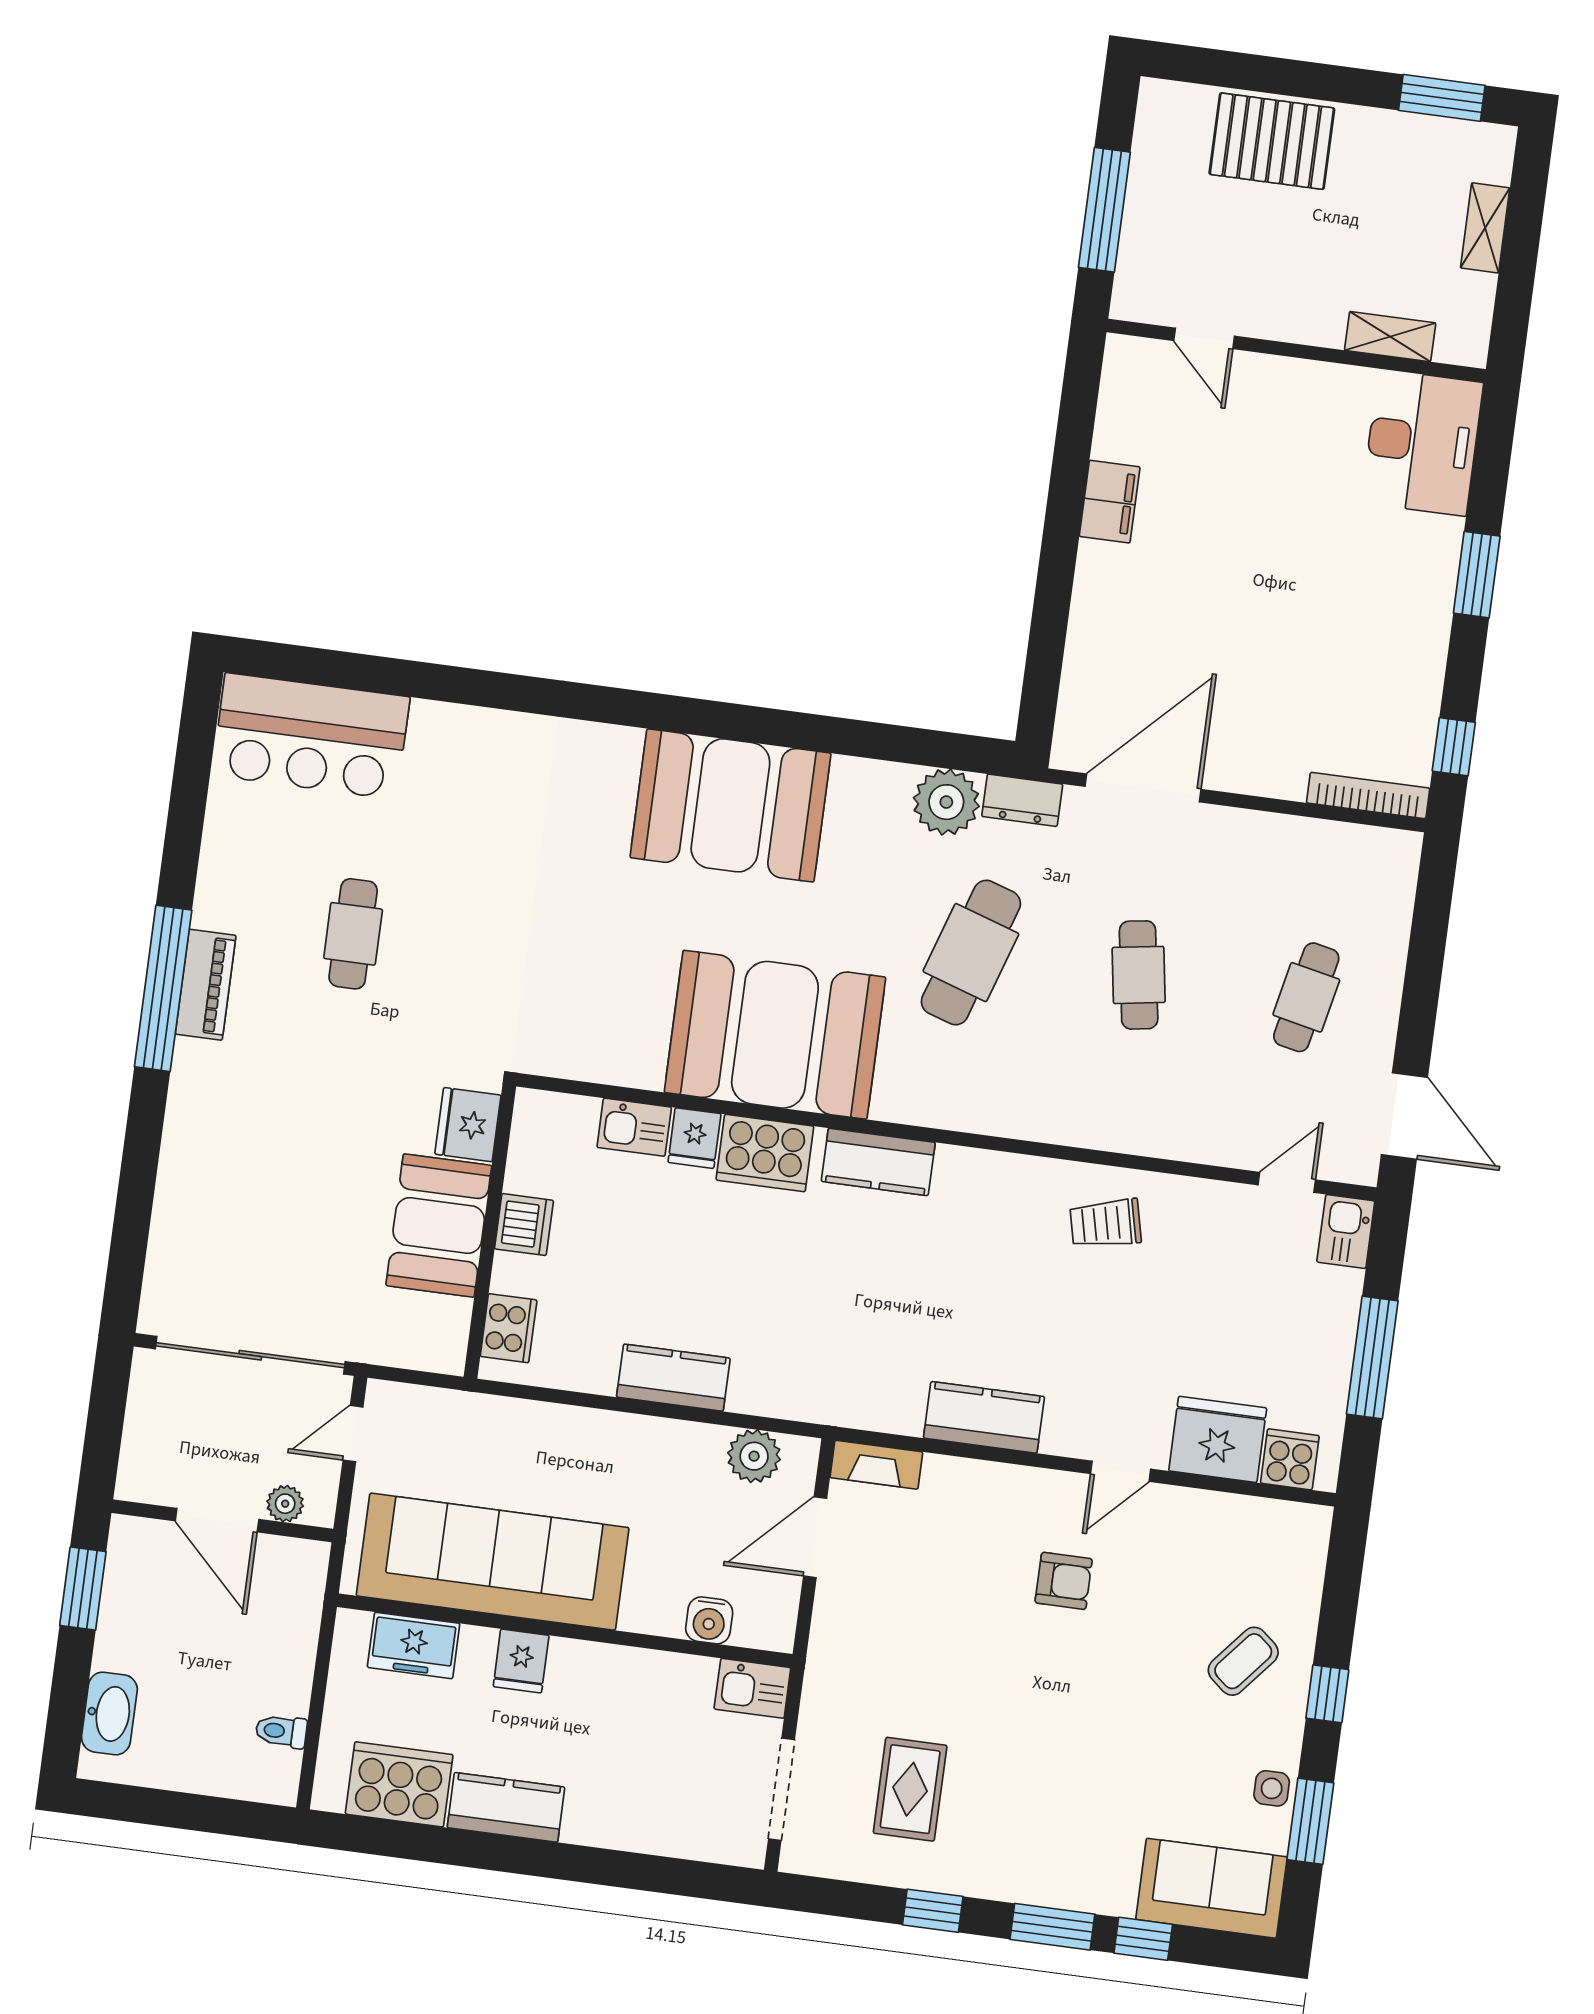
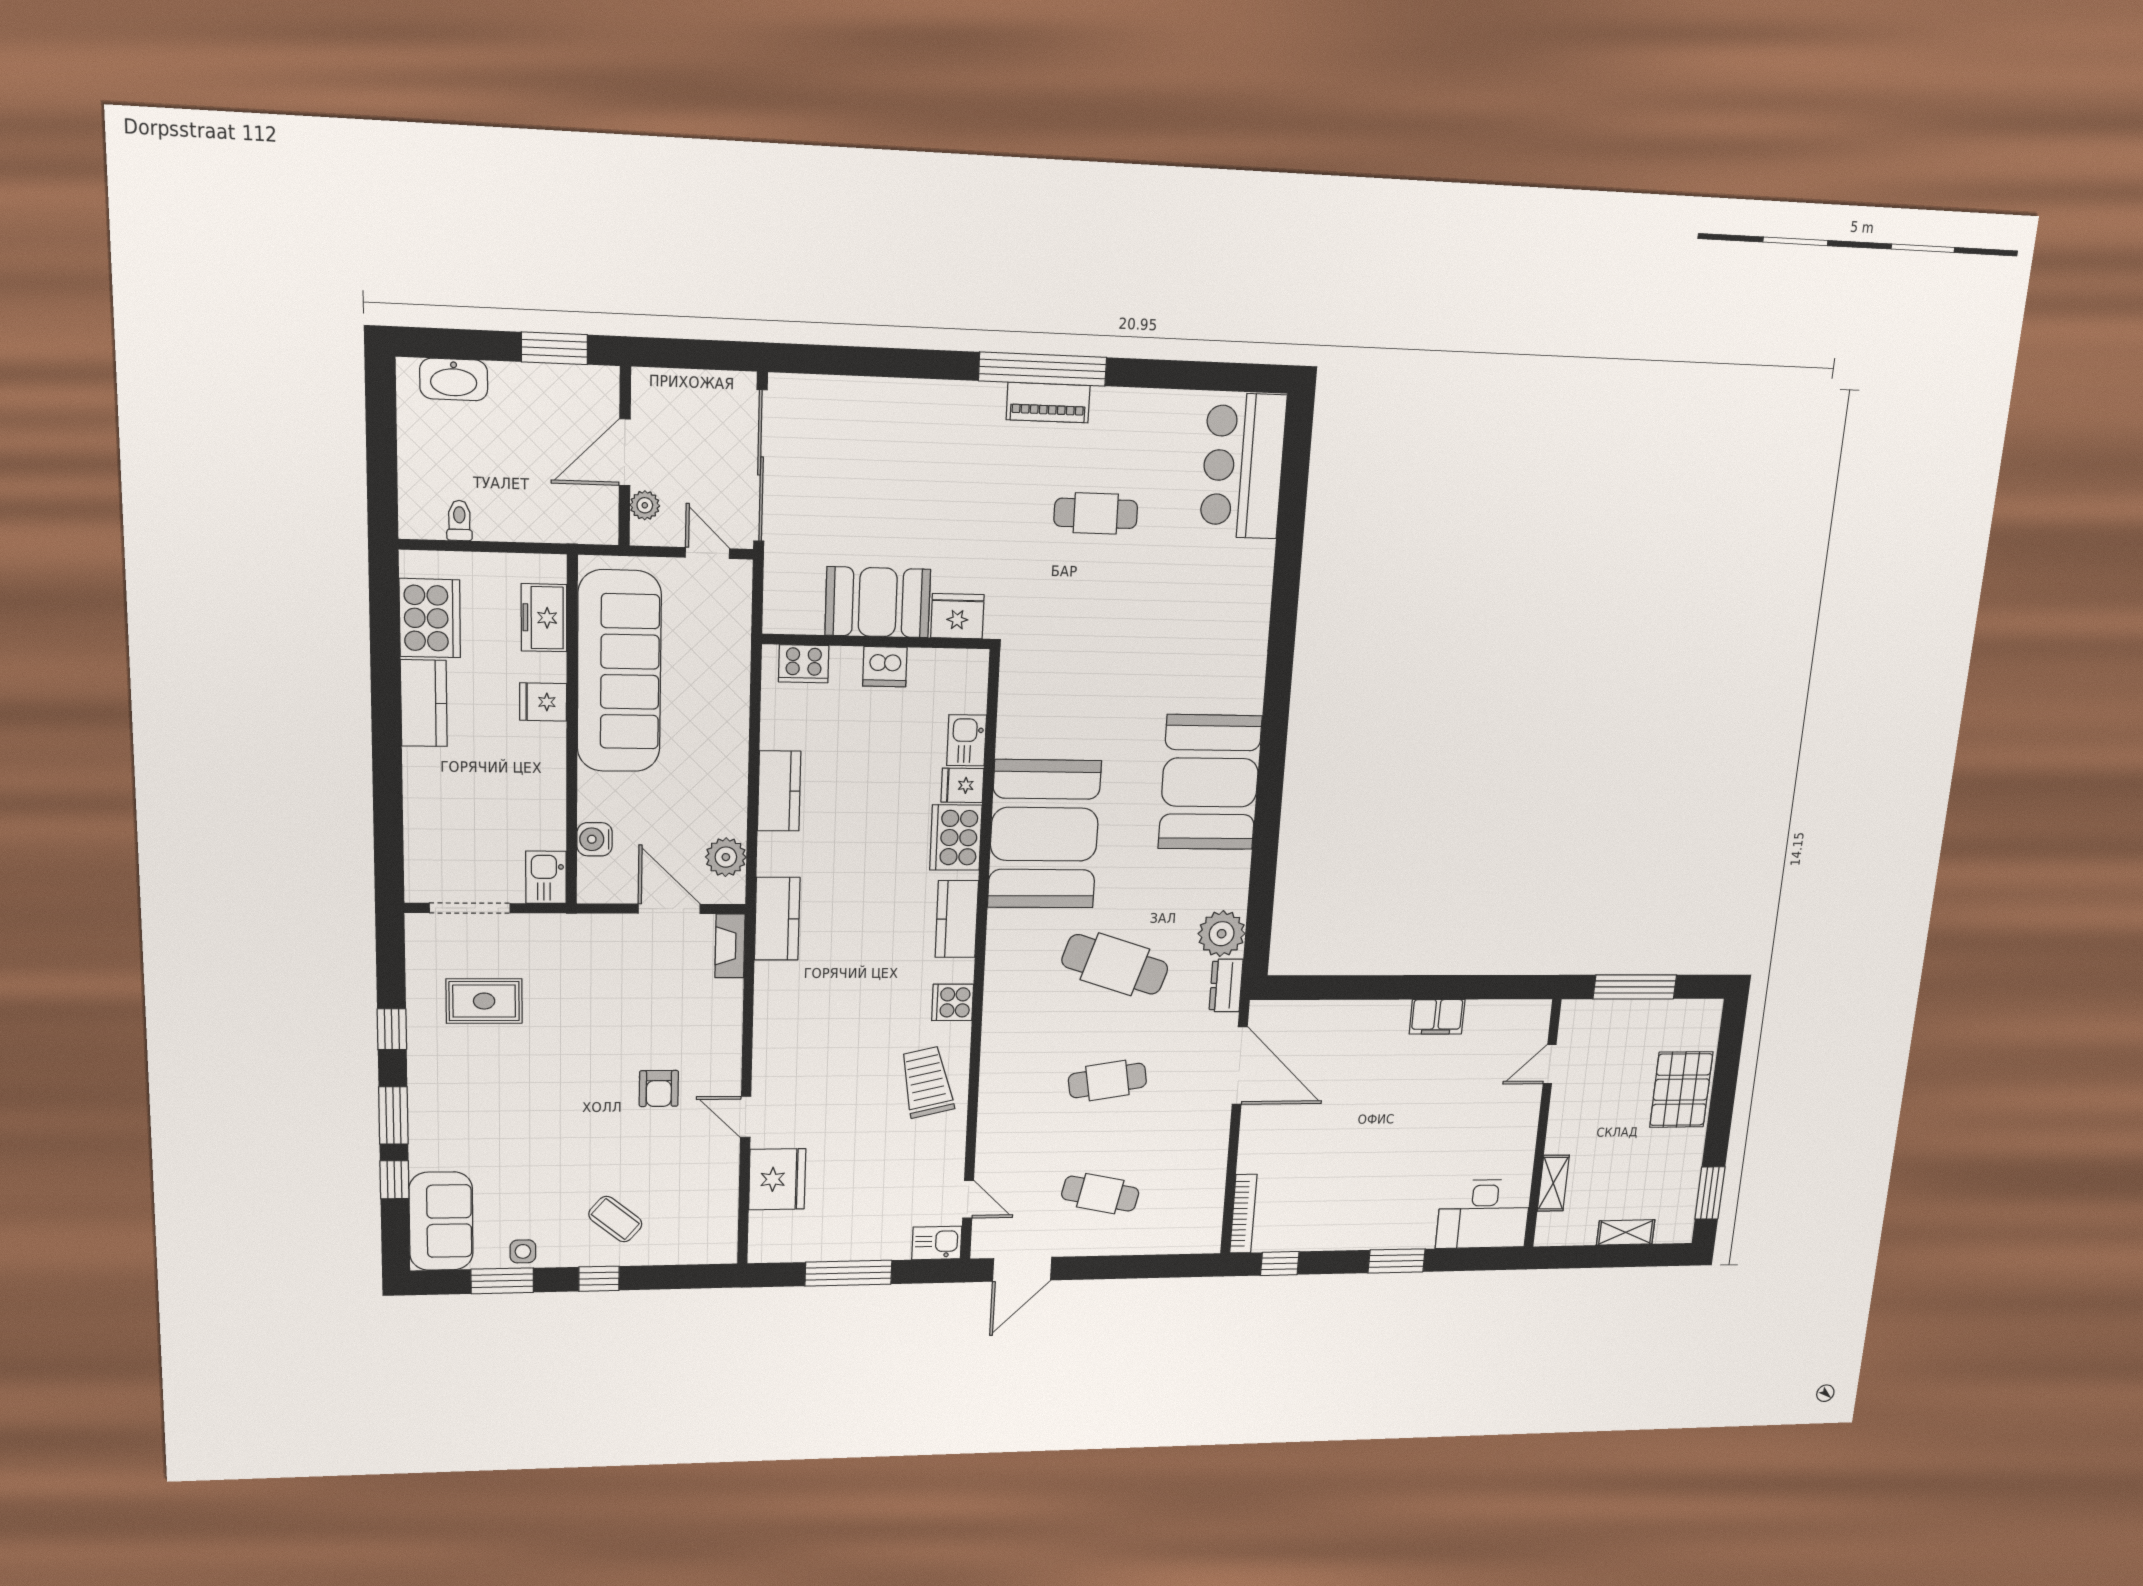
trolley: (1106, 1223) -> (927, 1082), width x1.36, depth x1.39
kitchen counter: (984, 1417) -> (777, 919), moved
cooker: (1290, 1459) -> (953, 1002), moved, turned 180

